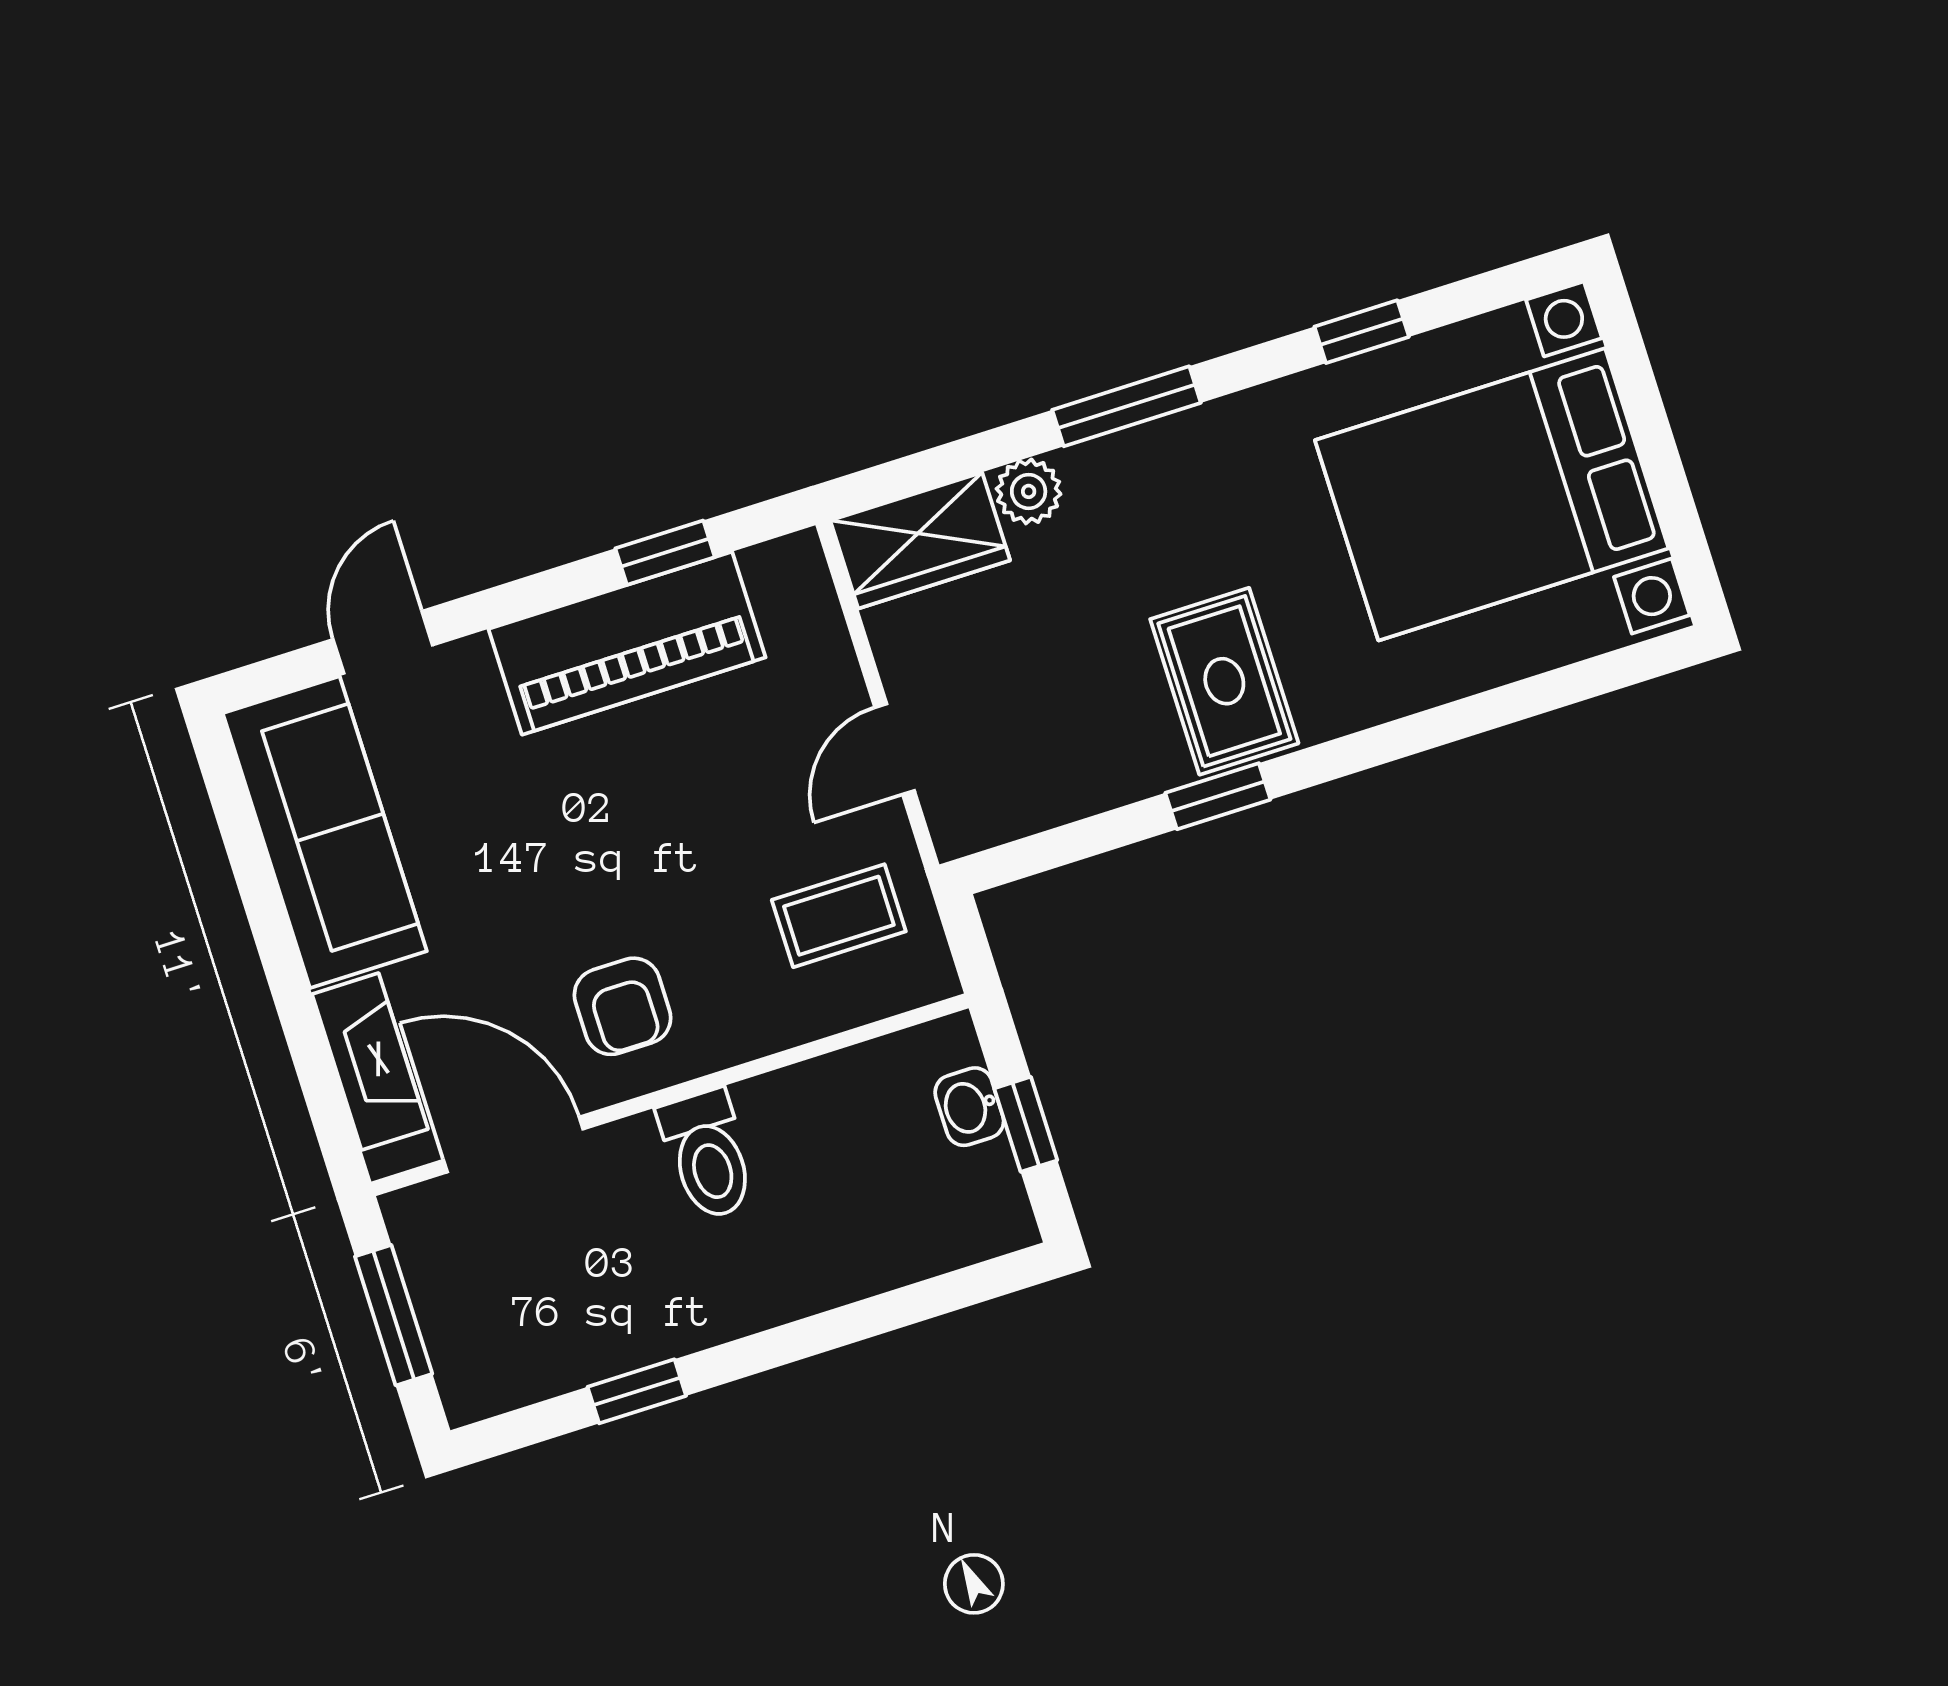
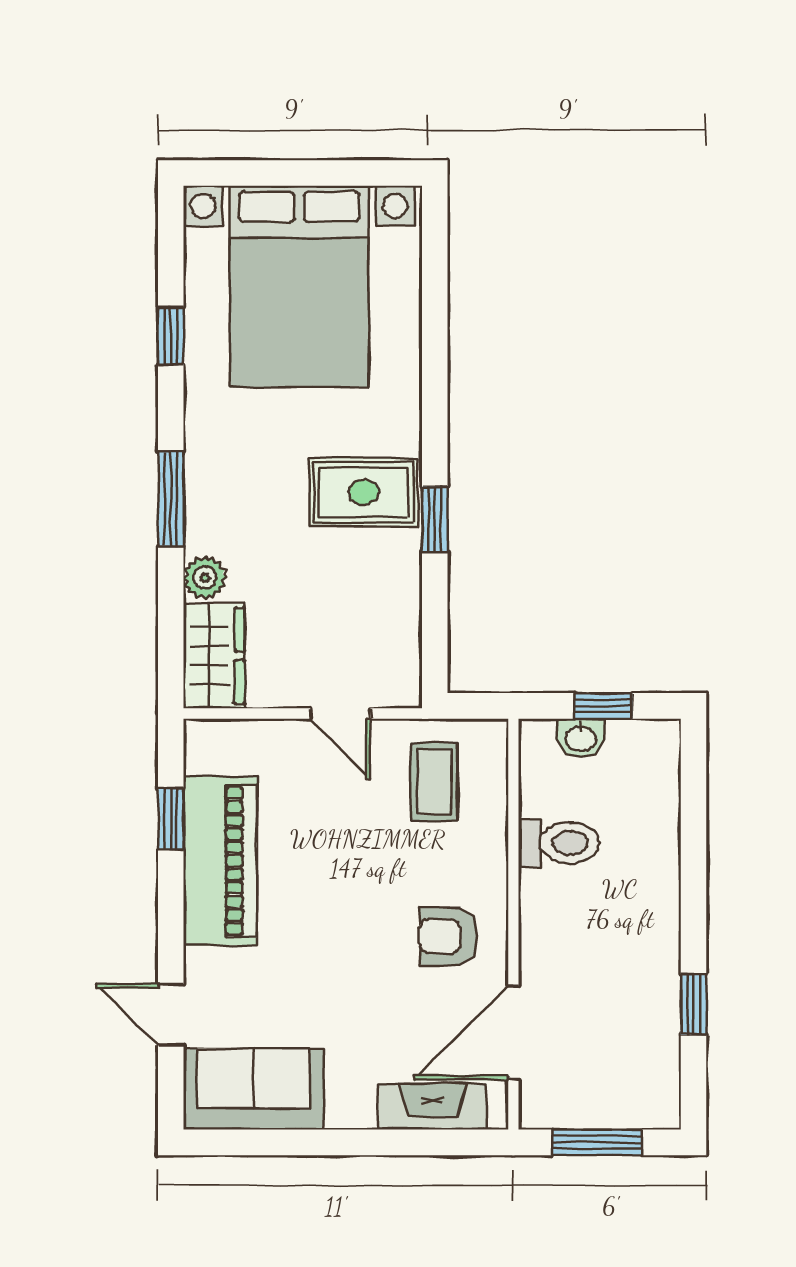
sofa: (325, 832) -> (254, 1089), width x0.73
armchair: (623, 1006) -> (448, 936), turned 180
toilet: (708, 1155) -> (559, 843), moved

